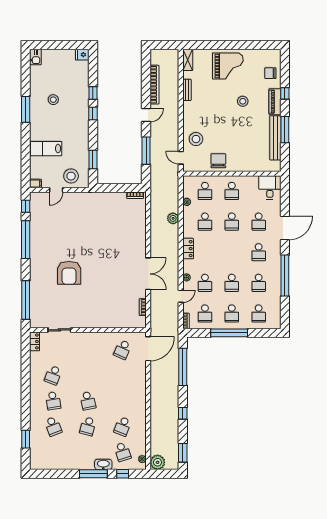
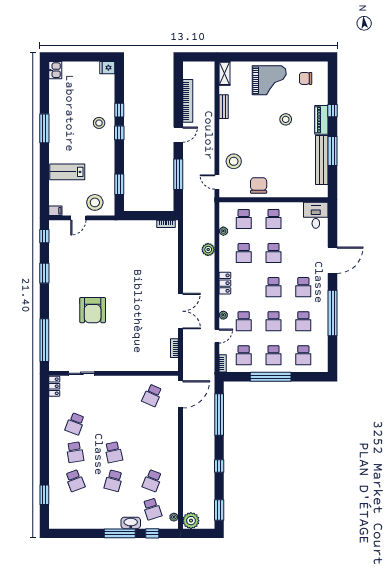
chair: (270, 73) -> (306, 78), moved
stool: (53, 100) -> (99, 123), moved
school desk: (259, 222) -> (274, 287), moved
window: (26, 240) -> (44, 273), width x0.47

